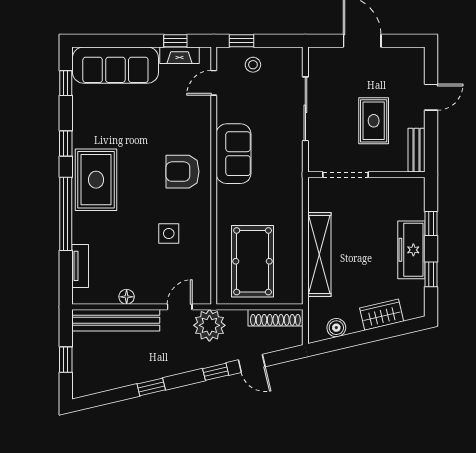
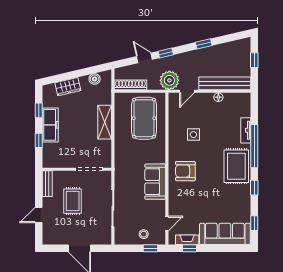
armchair: (182, 172) -> (185, 171), turned 180
shelving: (319, 255) -> (105, 122), width x0.68
tv unit: (80, 266) -> (246, 130), moved

